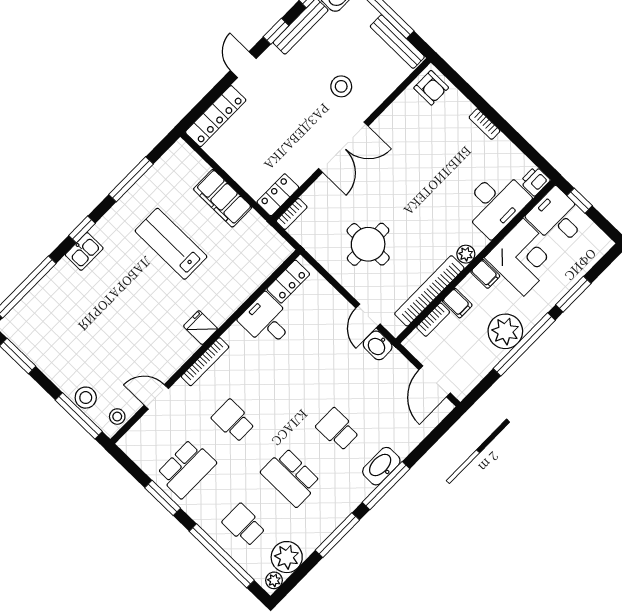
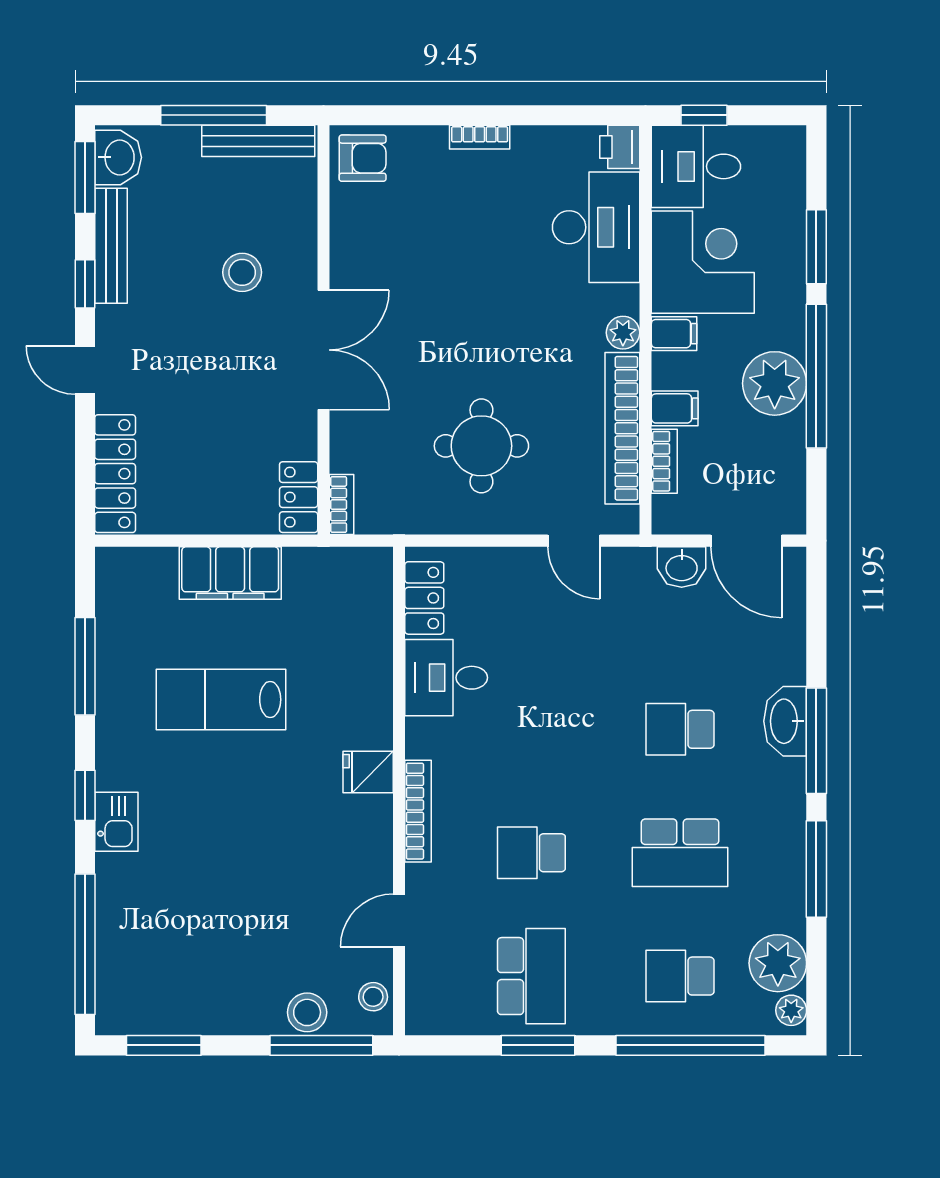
washbasin: (378, 345) -> (682, 567), moved

